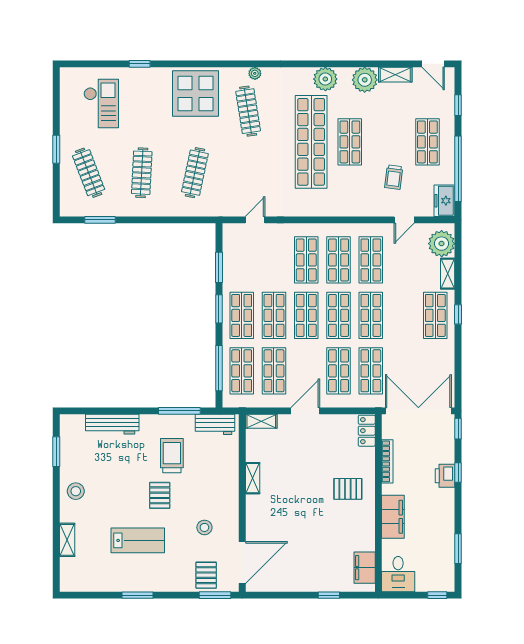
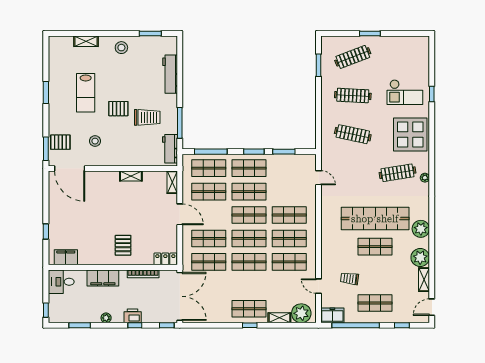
checkout: (101, 104) -> (405, 92), moved
plant: (448, 512) -> (106, 318), added

